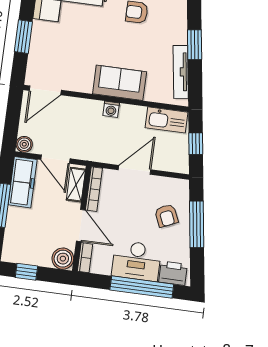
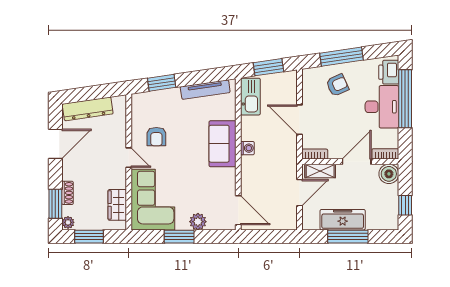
window: (23, 37) -> (179, 237), moved
plant: (39, 45) -> (198, 222), added
window: (195, 45) -> (162, 83), moved
boiler: (24, 144) -> (290, 223), removed
window: (196, 144) -> (268, 67), width x1.50
freezer: (23, 182) -> (343, 220), moved
bookcase: (94, 189) -> (315, 154), width x0.64

